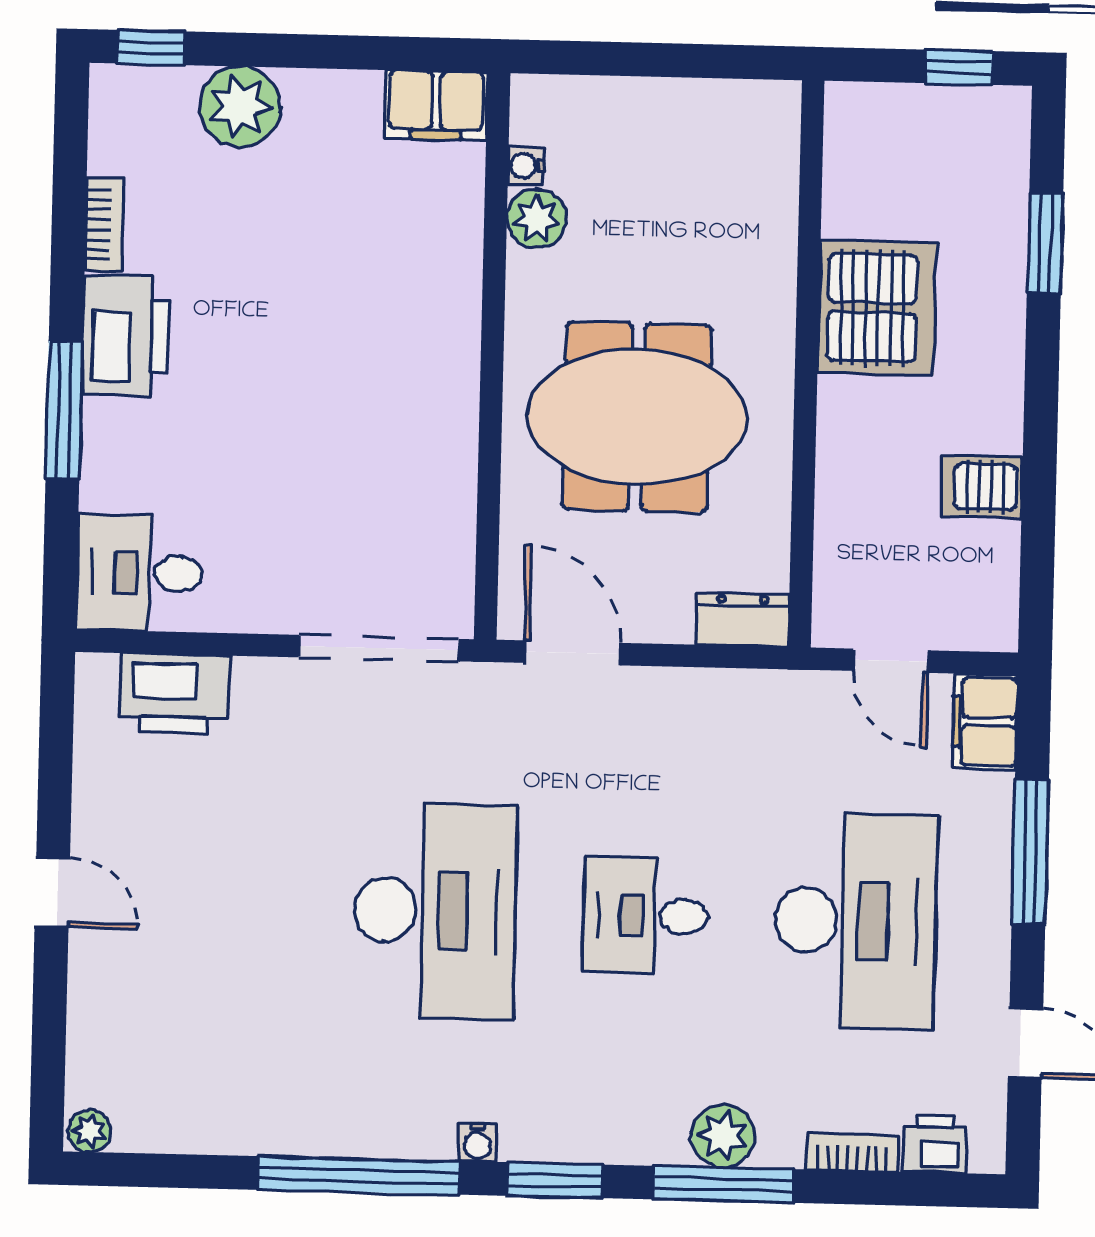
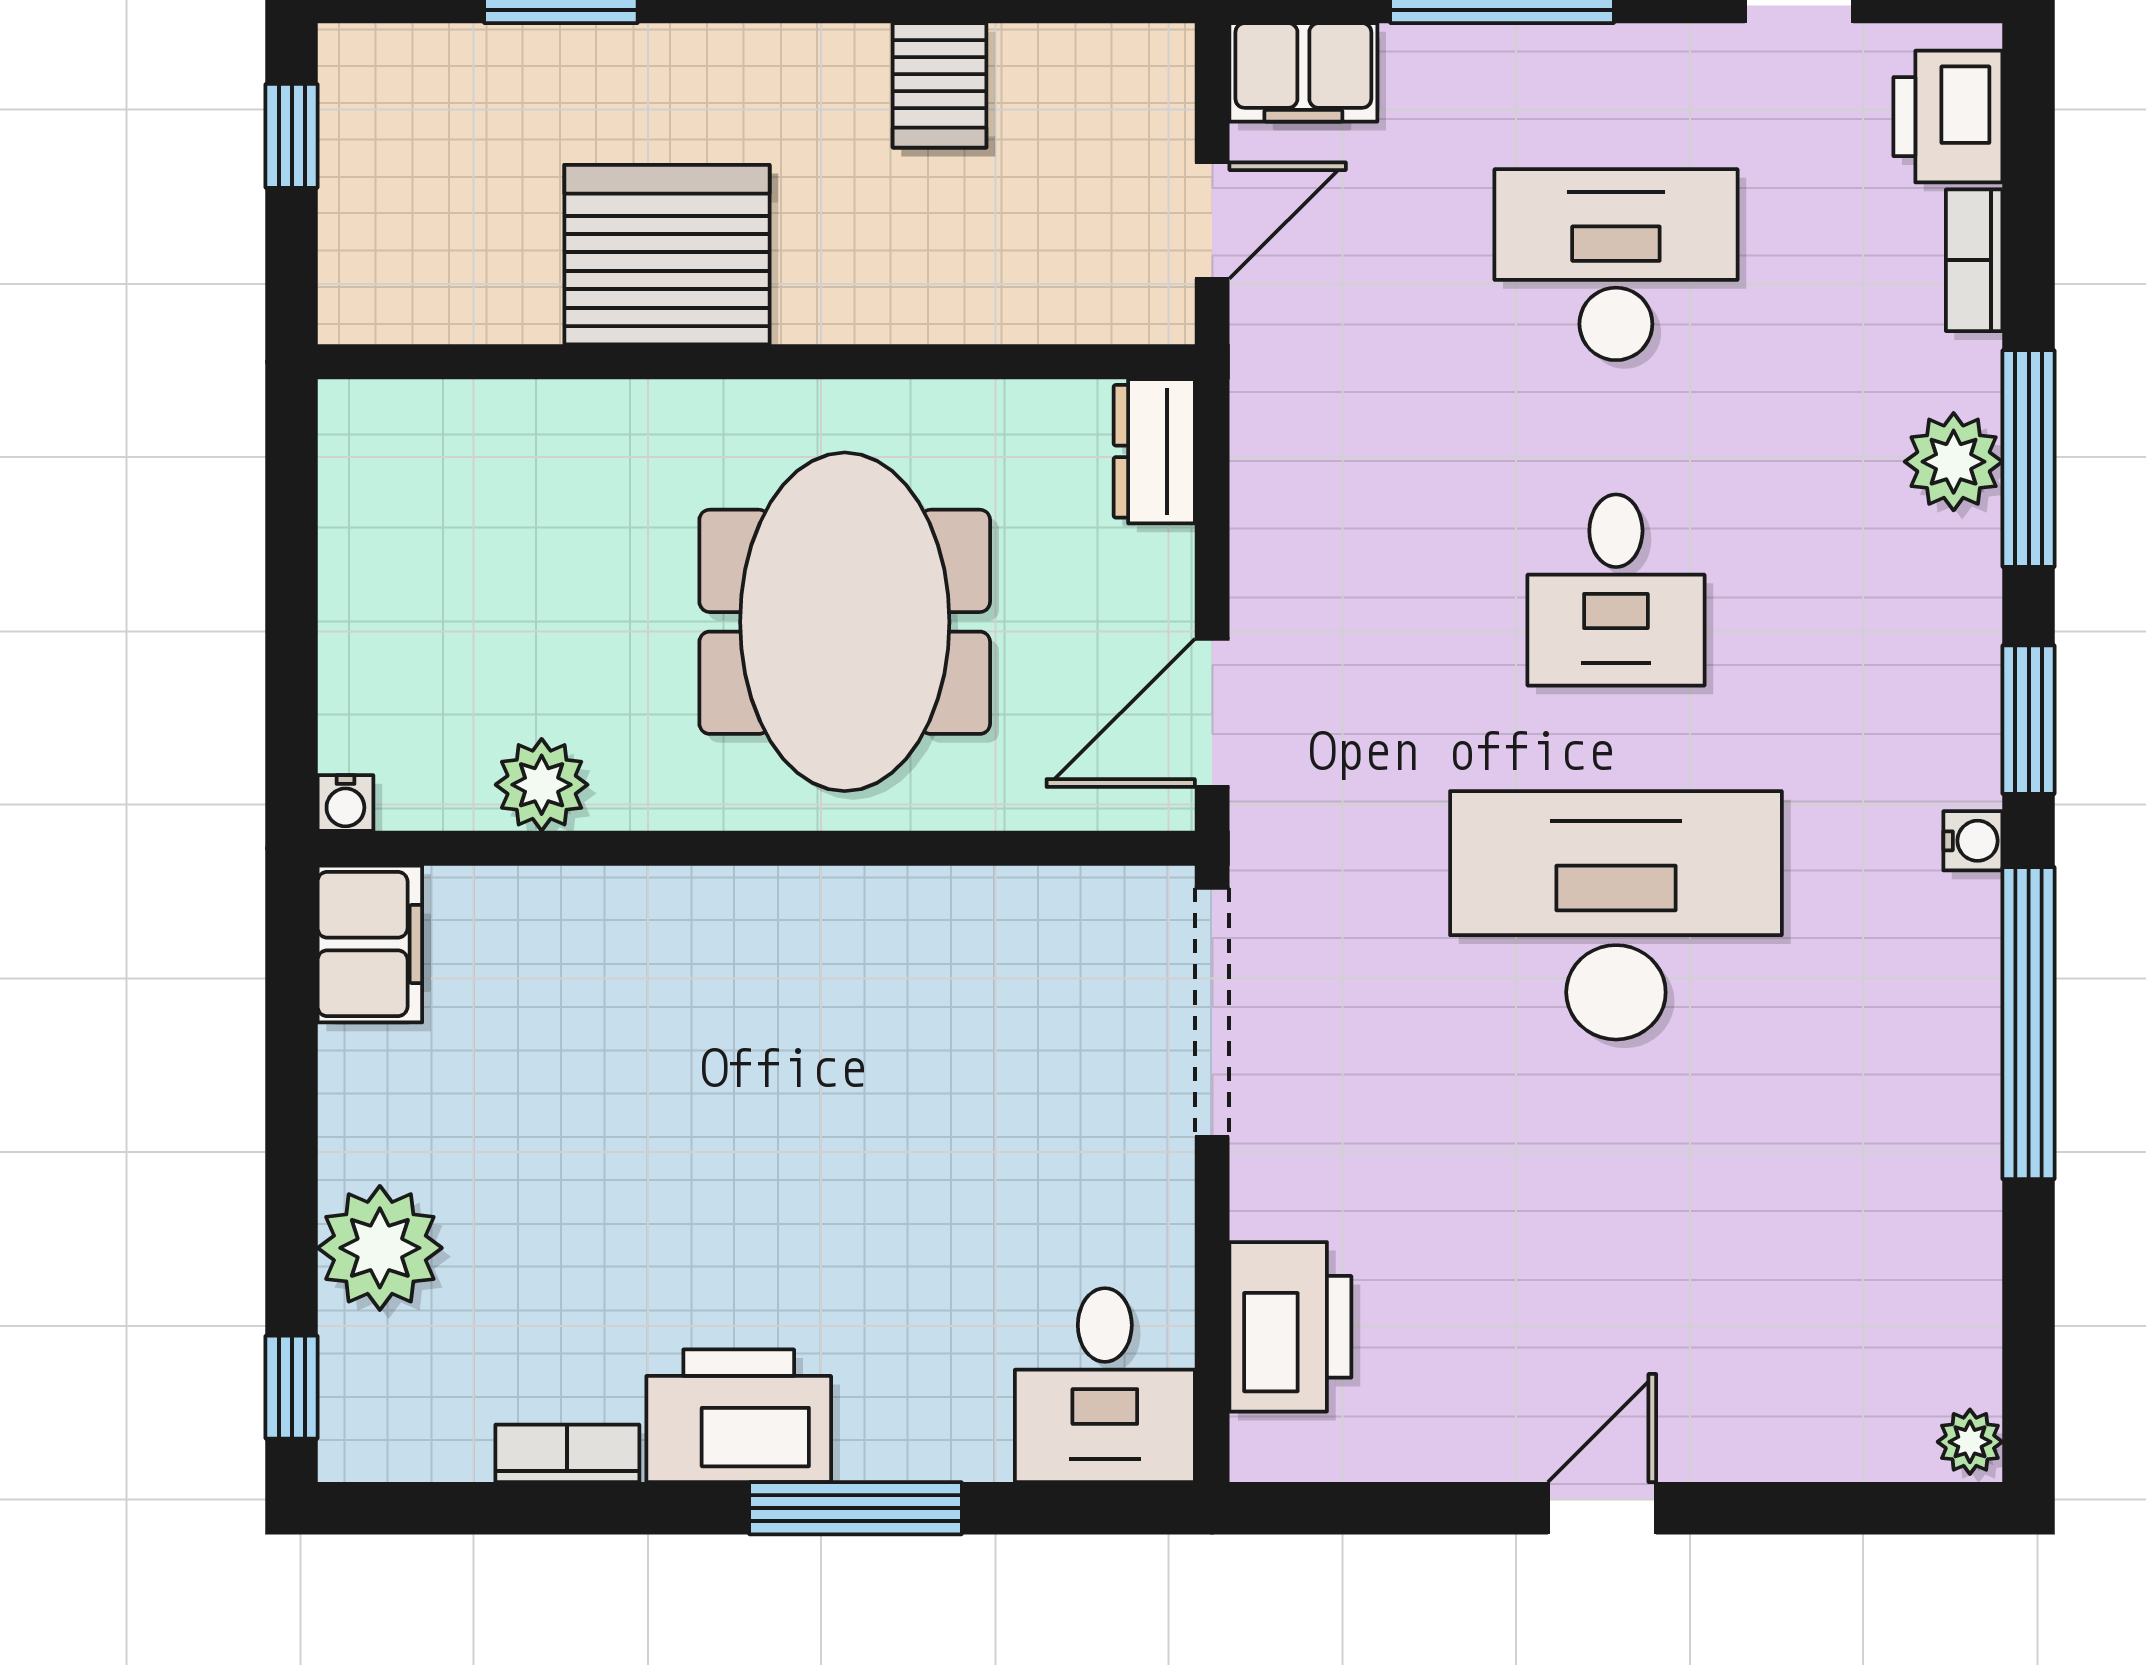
water cooler: (526, 166) -> (345, 803), moved
desk: (855, 921) -> (1616, 265), width x0.73, depth x0.77
printer: (934, 1144) -> (1948, 117), width x1.36, depth x1.24

